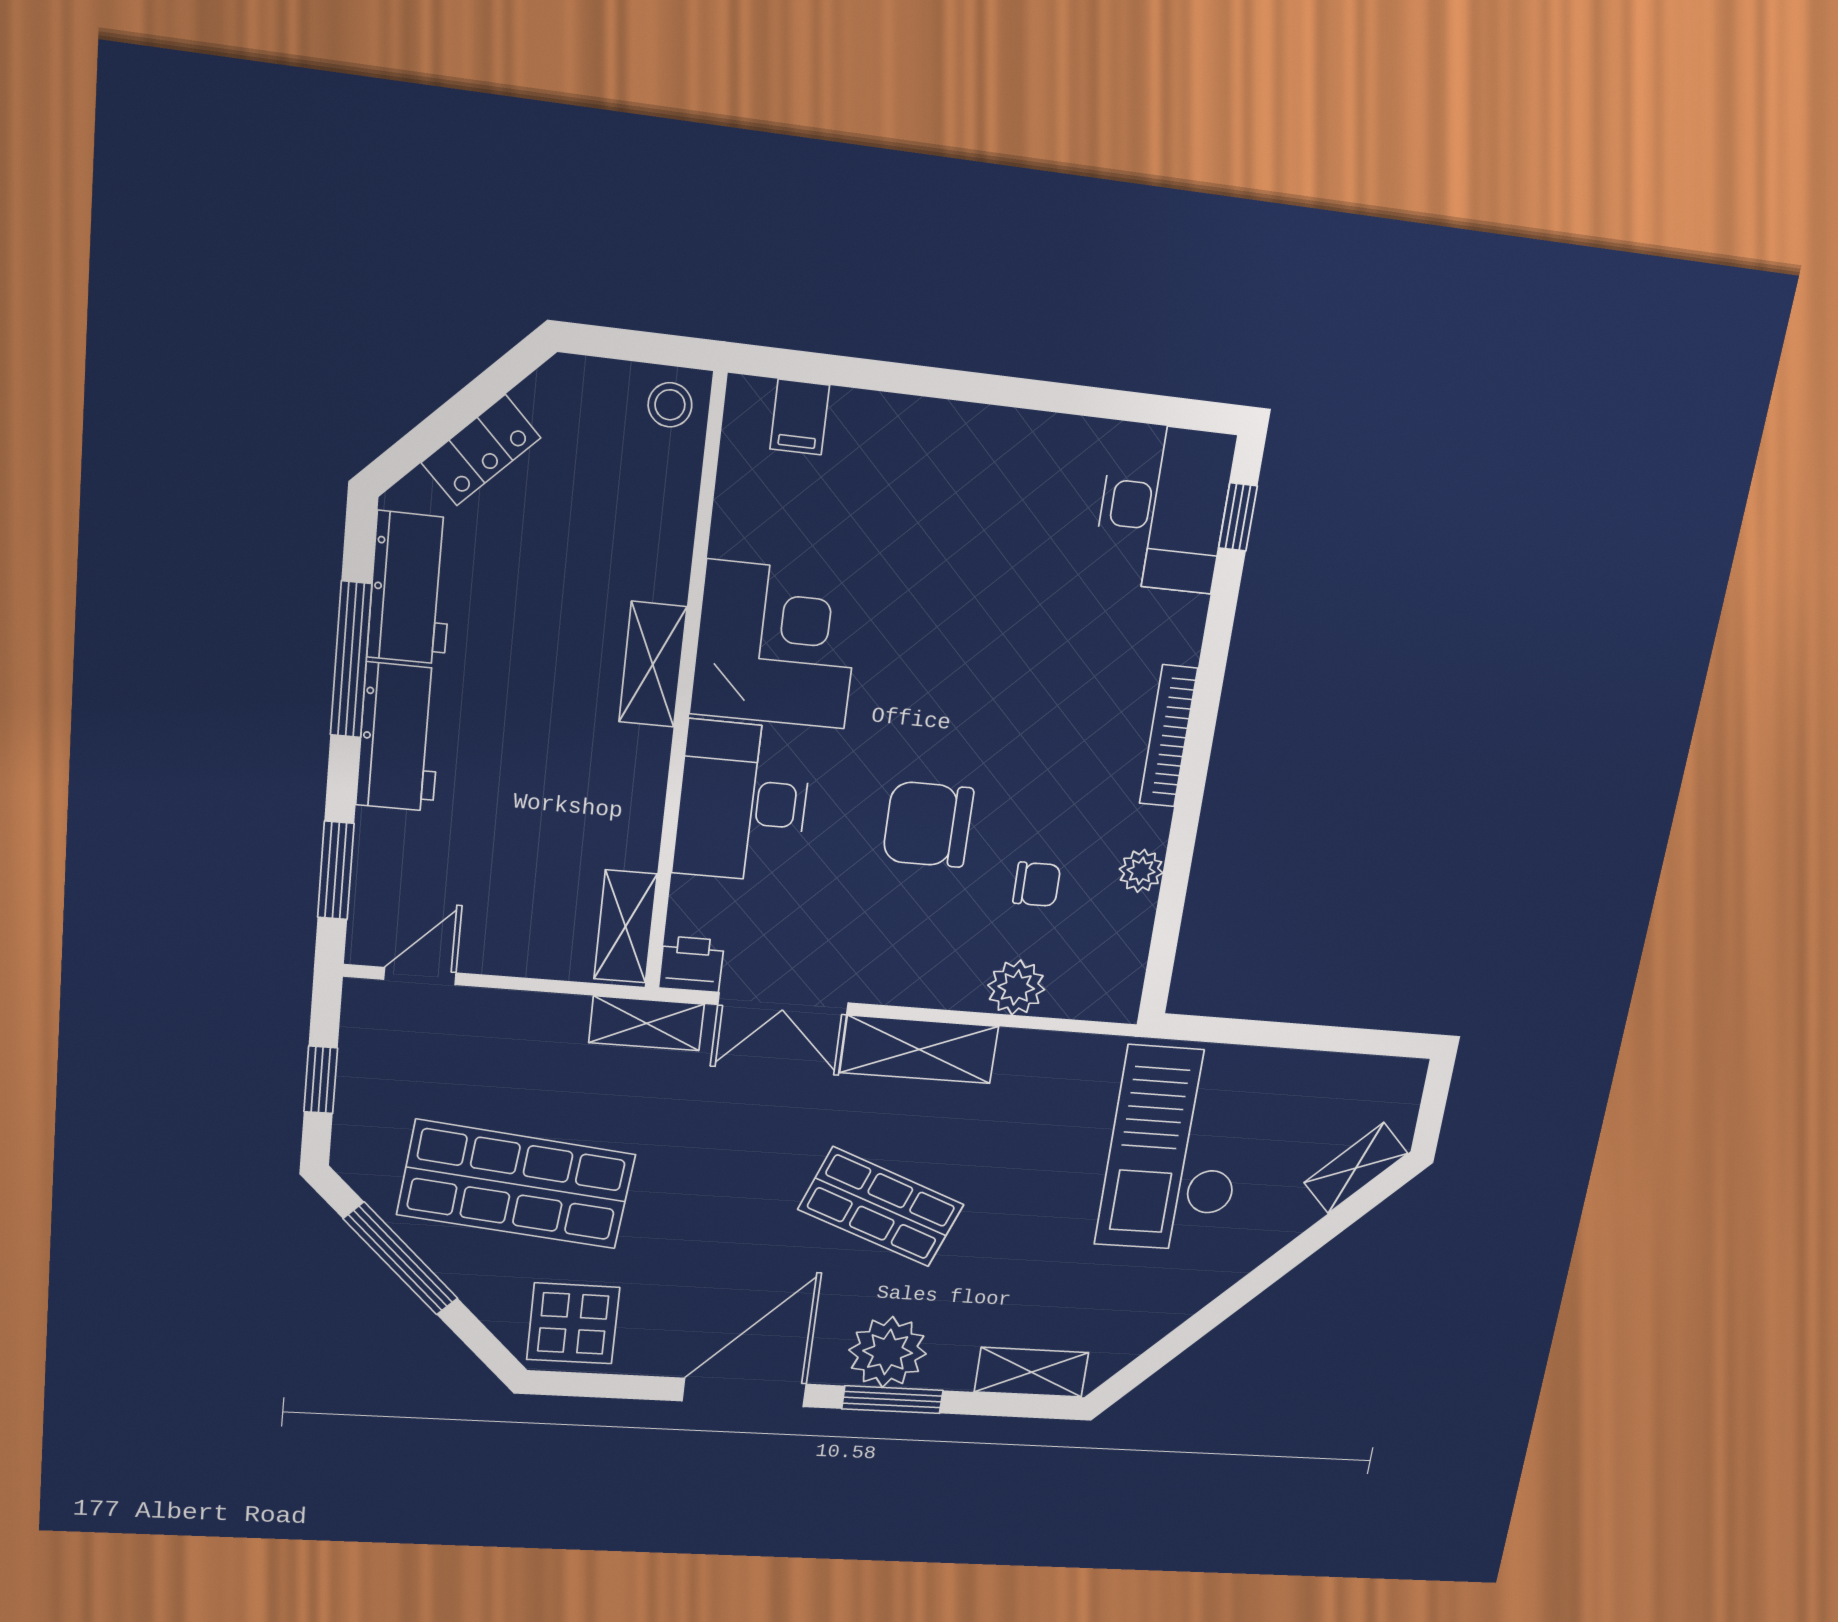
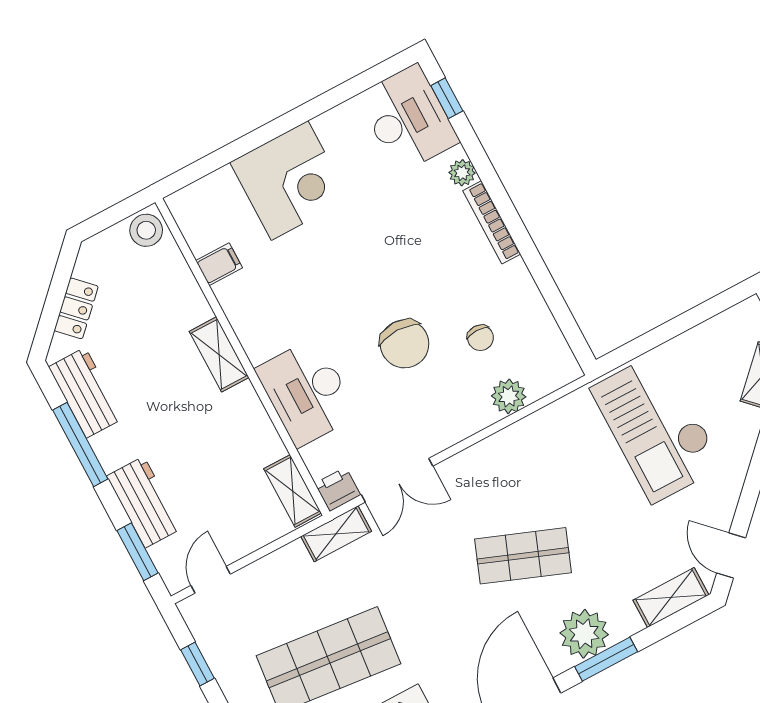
stool: (670, 405) -> (146, 230), width x1.37, depth x1.37
filing cabinet: (800, 417) -> (219, 264), moved, turned -90
corner desk: (776, 645) -> (290, 181), moved, turned 90
workbench: (400, 737) -> (144, 502), moved
chair: (928, 824) -> (405, 344), turned -90
plant: (1141, 871) -> (462, 173), moved
chair: (1037, 884) -> (480, 338), turned 90
shelving: (919, 1049) -> (482, 460), removed
door: (1145, 1365) -> (731, 555), added

